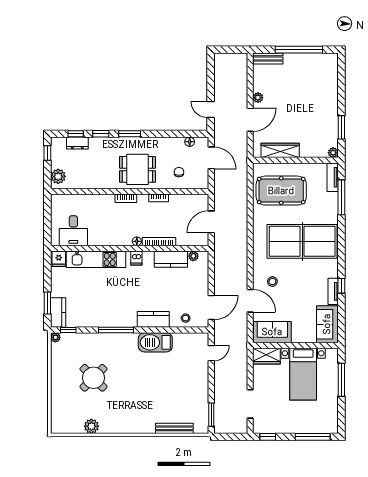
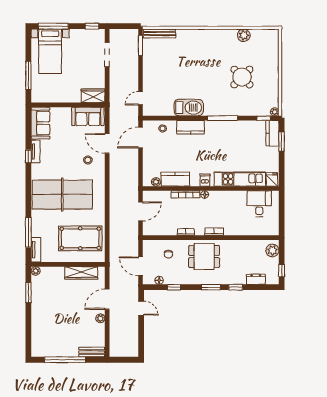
window: (76, 134) -> (174, 287), moved
bed with nightstands: (303, 374) -> (50, 51), moved, turned 180
bench: (174, 428) -> (160, 33), moved

